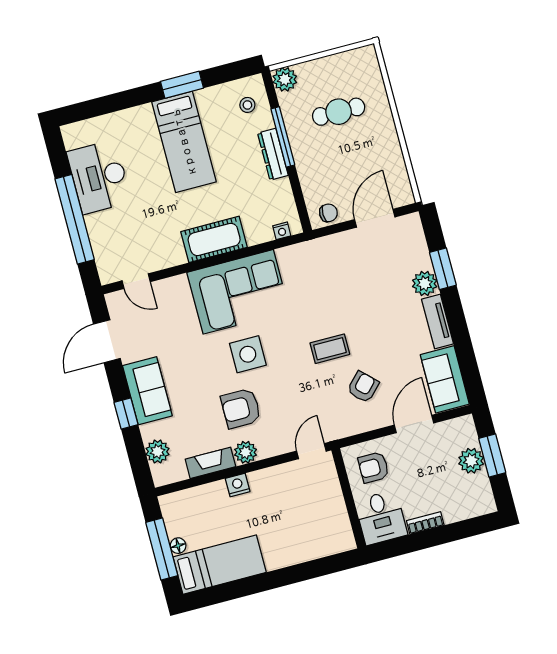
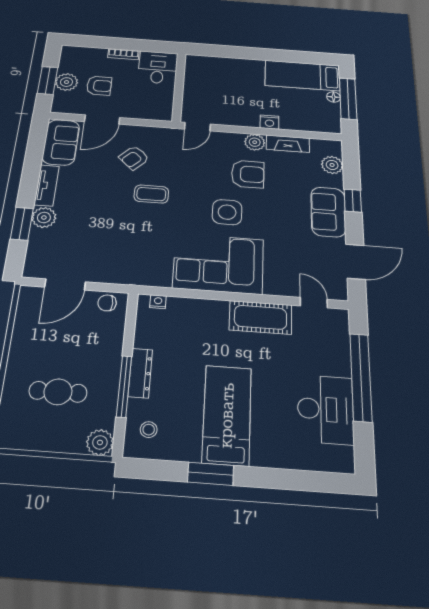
cot: (214, 239) -> (261, 317), moved
armchair: (374, 467) -> (99, 86), moved

